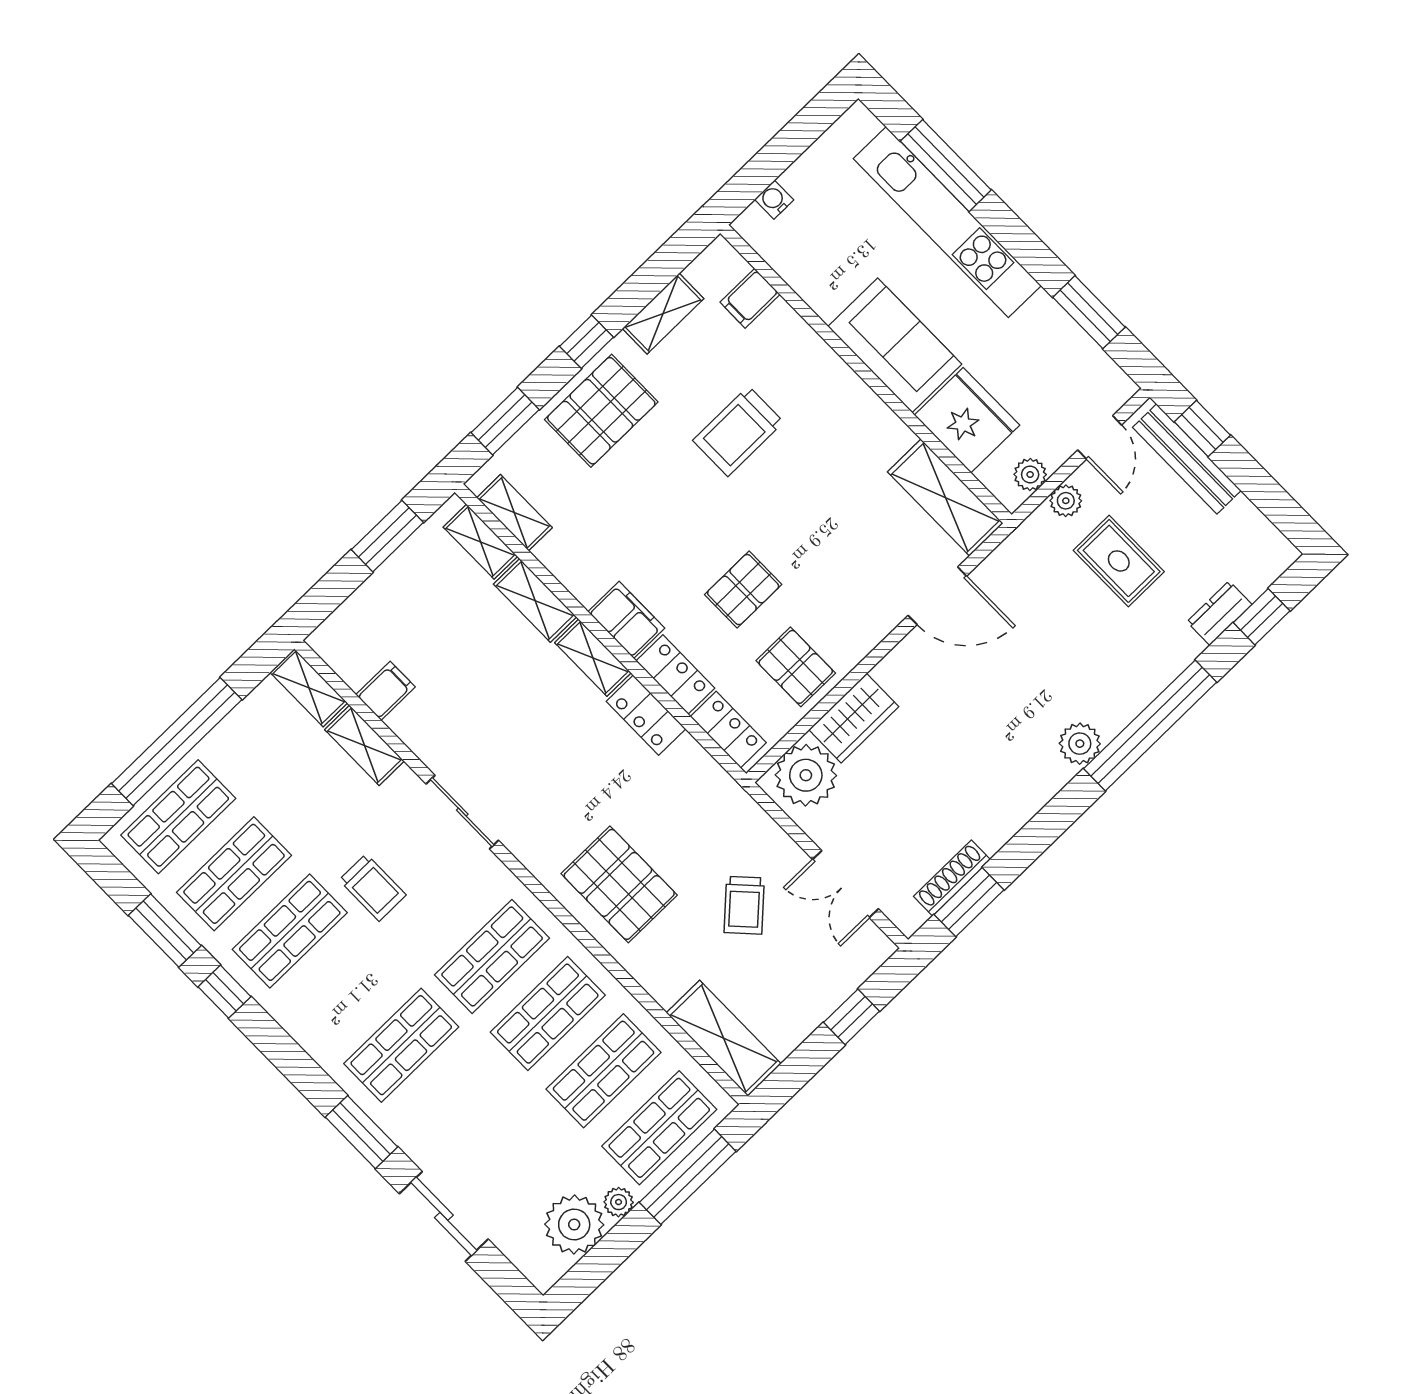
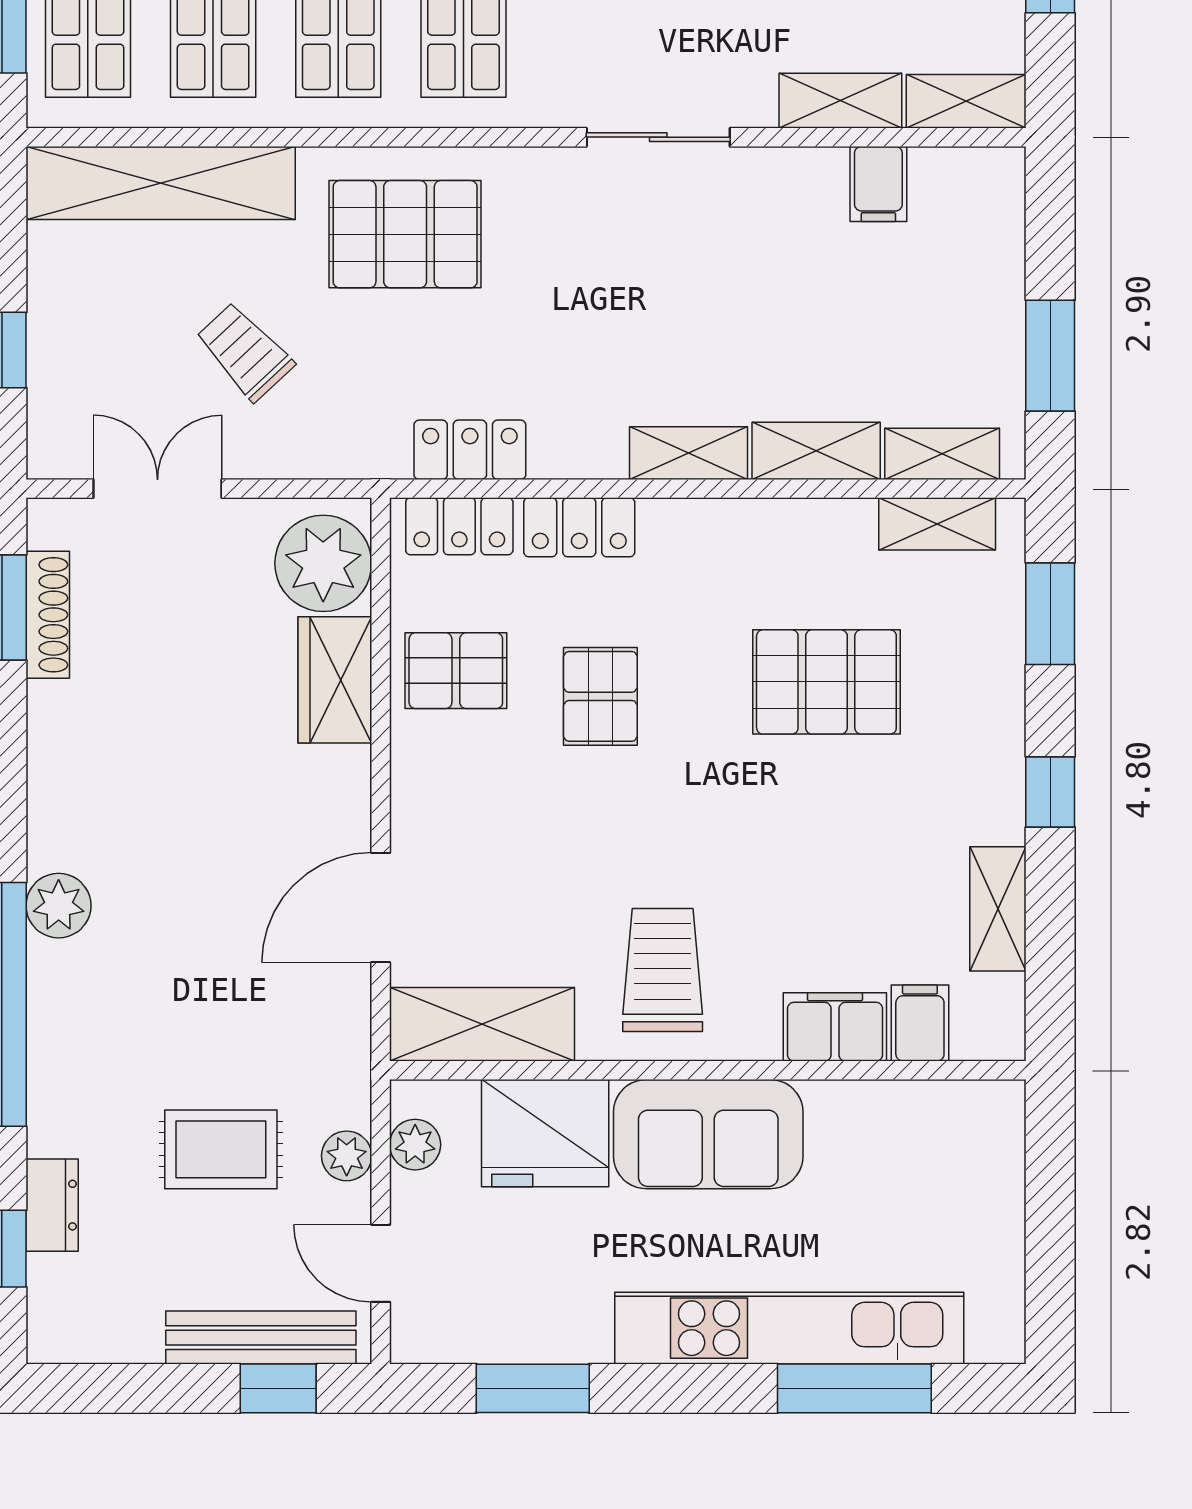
water cooler: (774, 200) -> (1004, 1158), removed
pallet: (601, 411) -> (826, 682), moved, turned 90
trolley: (738, 431) -> (663, 970), moved
filing cabinet: (626, 620) -> (835, 1027), moved, turned 180
locker: (646, 715) -> (470, 450), moved
shelving: (724, 1038) -> (161, 183), width x1.47

